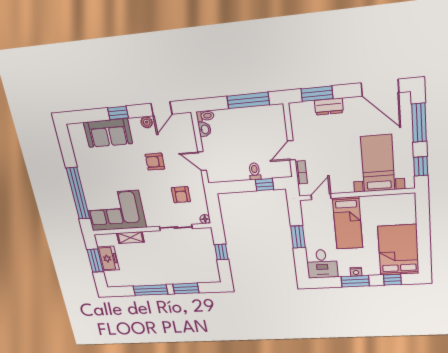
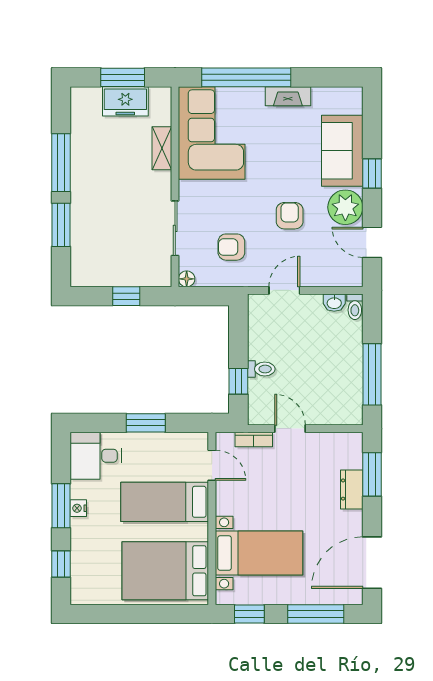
plant: (147, 122) -> (345, 207), width x1.88, depth x1.88
fireplace: (83, 168) -> (288, 96), added
bed: (398, 250) -> (165, 571), moved, turned 180

